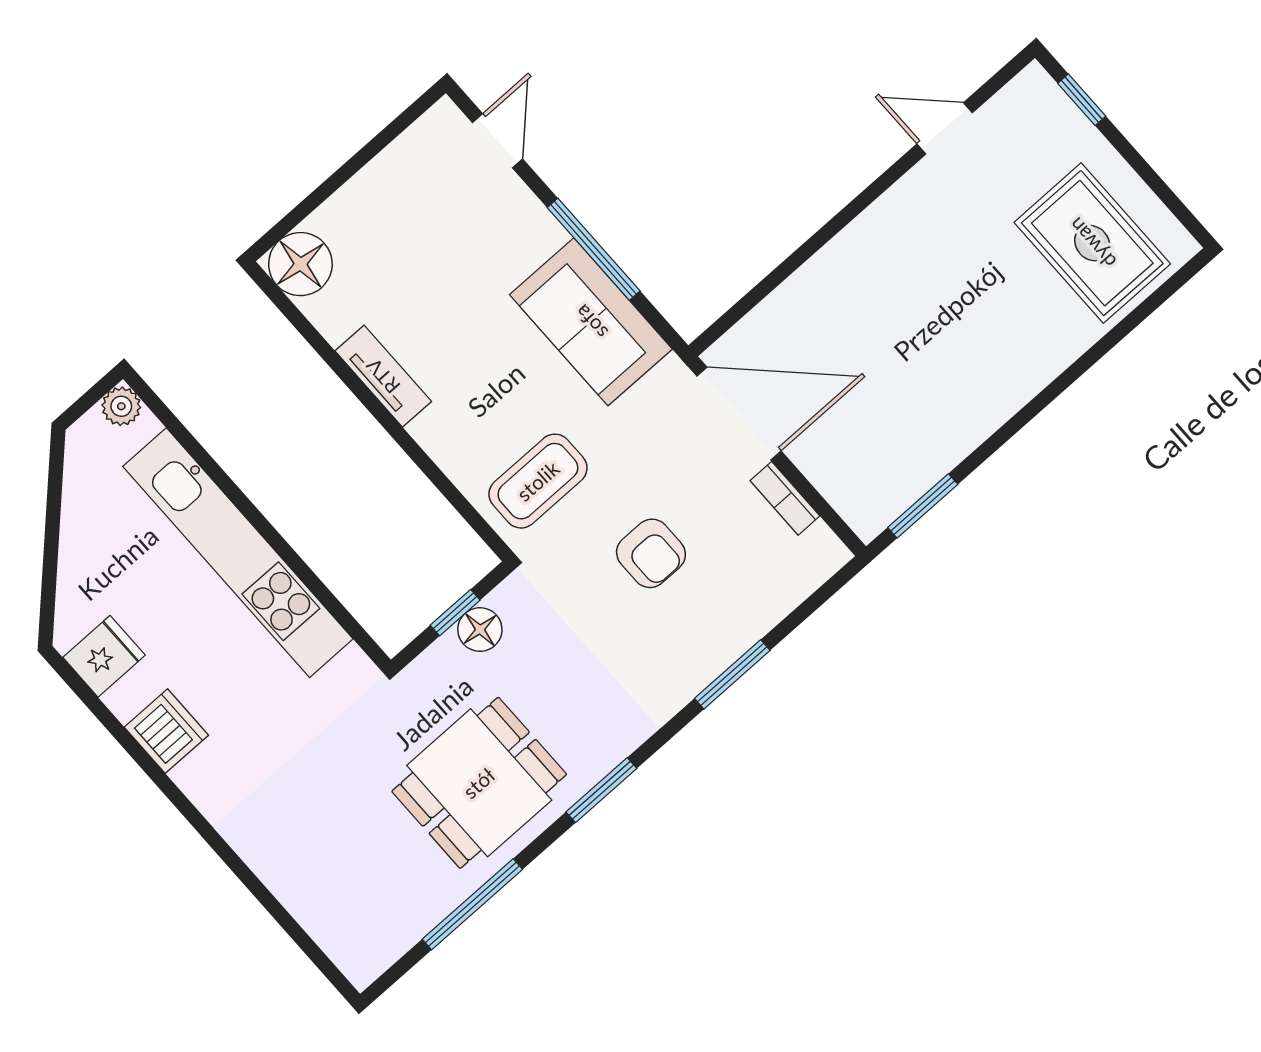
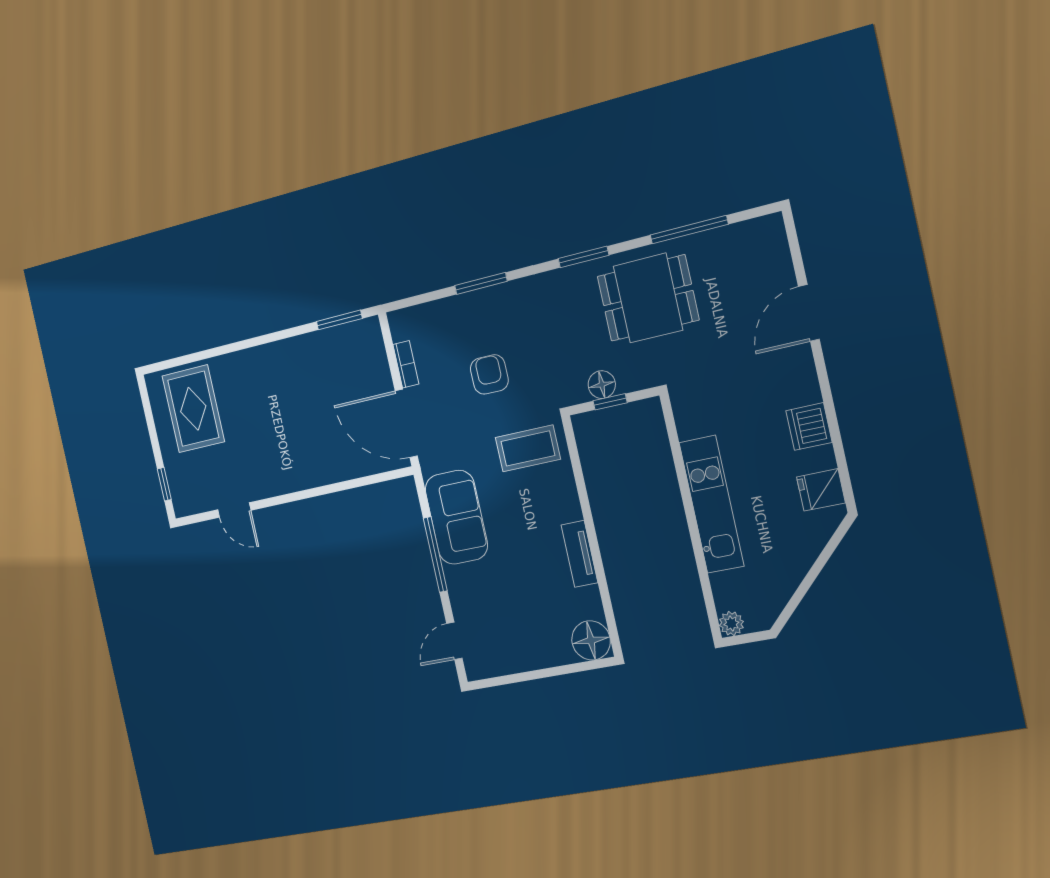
kitchen unit: (238, 553) -> (712, 504), width x0.73
door: (250, 880) -> (809, 313), added

